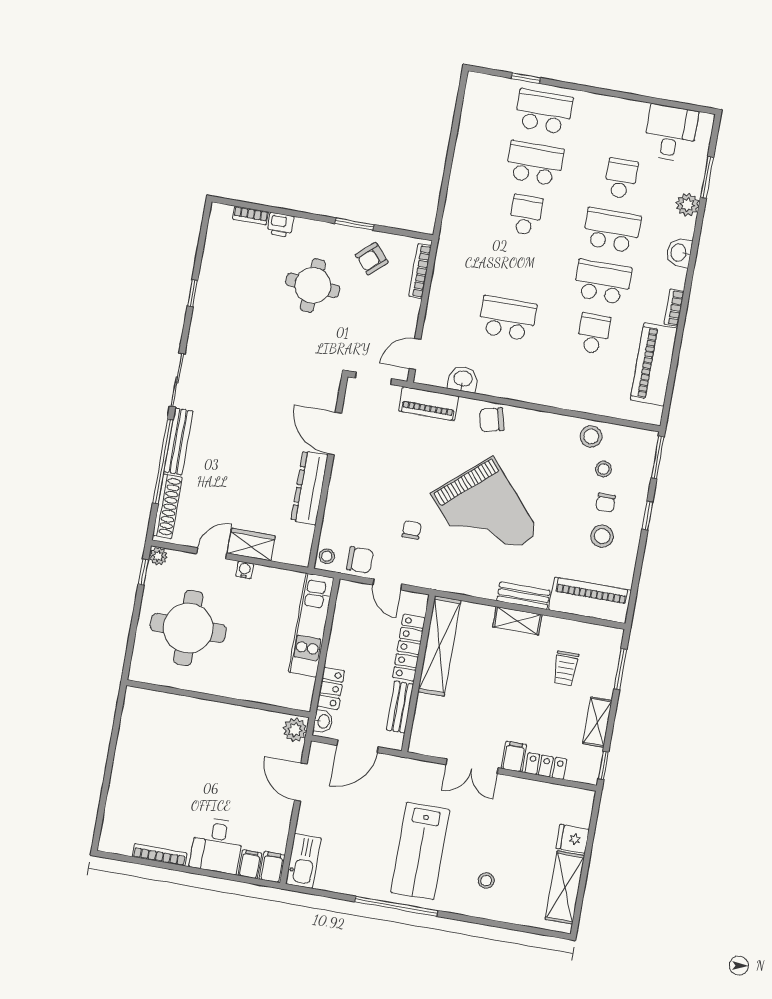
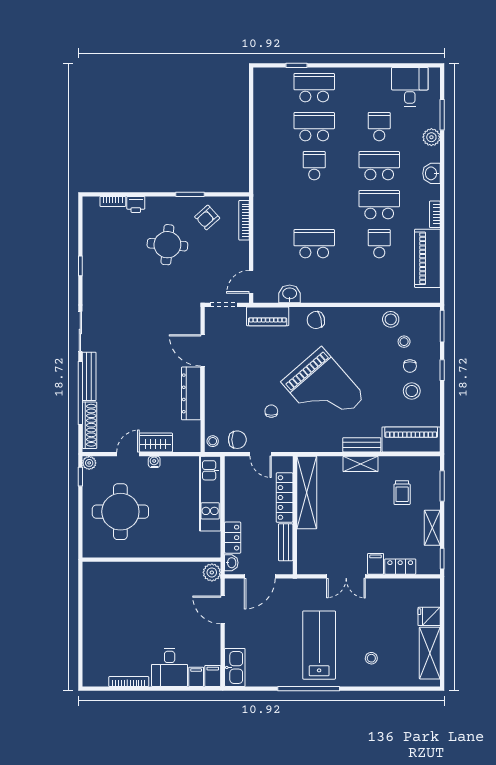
lab bench: (420, 851) -> (319, 645), turned 180

